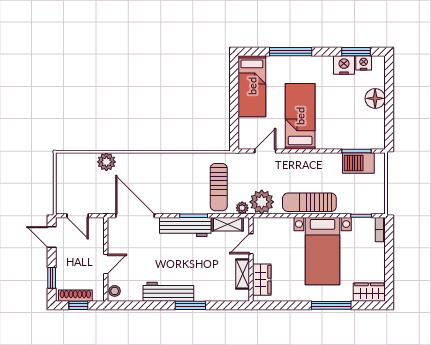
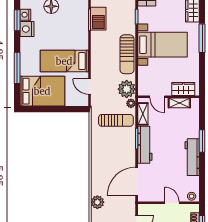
bed: (252, 86) -> (42, 91), width x1.50

